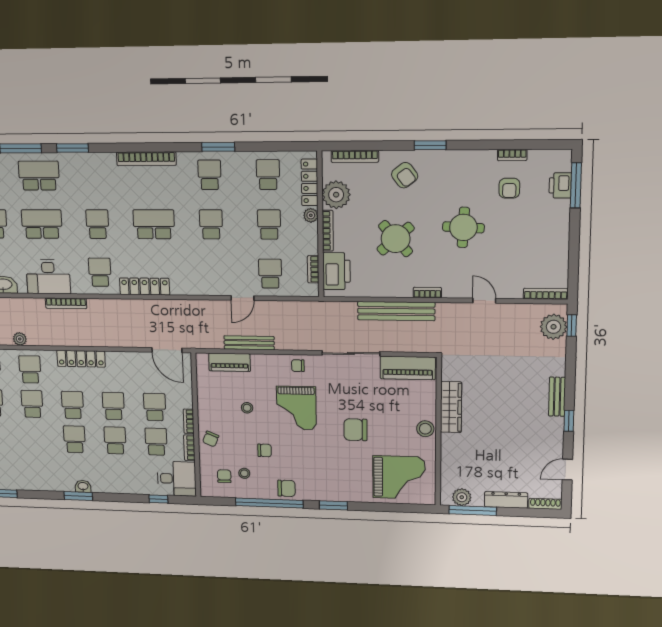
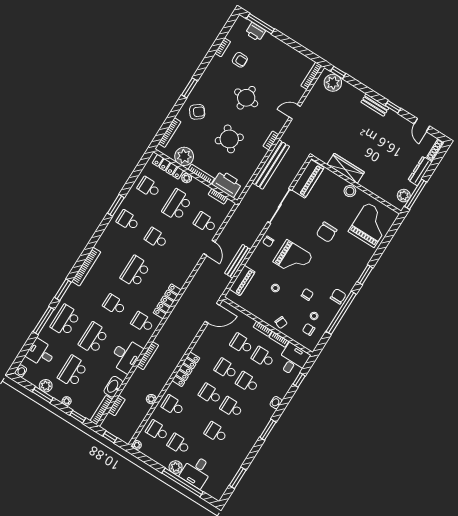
bookcase: (146, 159) -> (86, 267), moved
school desk: (269, 225) -> (177, 205), width x1.85
school desk: (32, 404) -> (216, 433), moved
washbasin: (83, 486) -> (276, 403), moved

